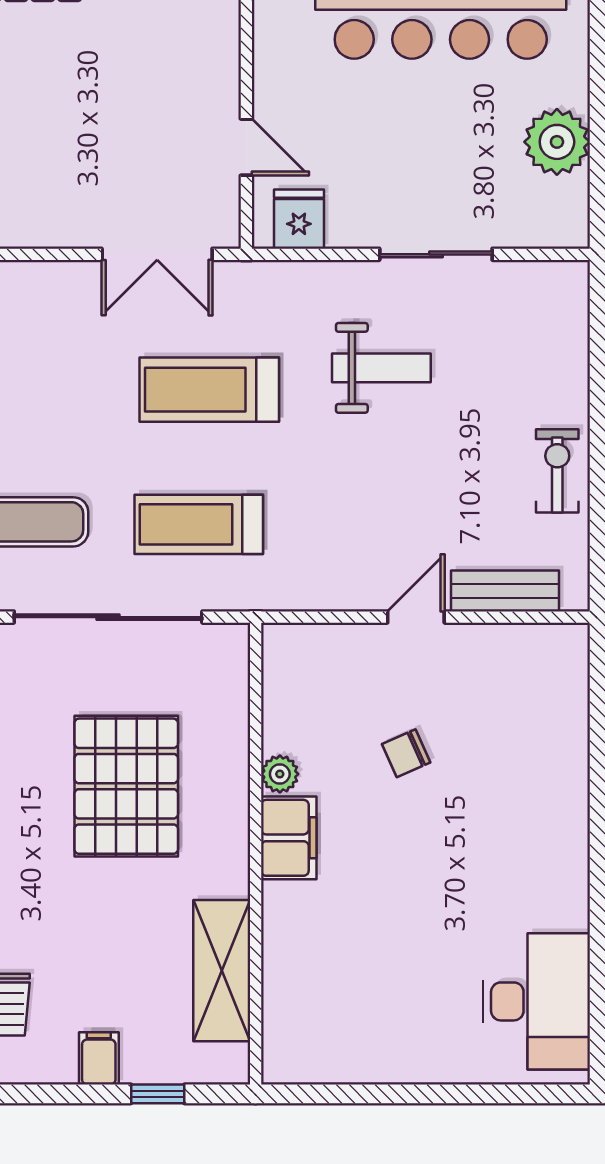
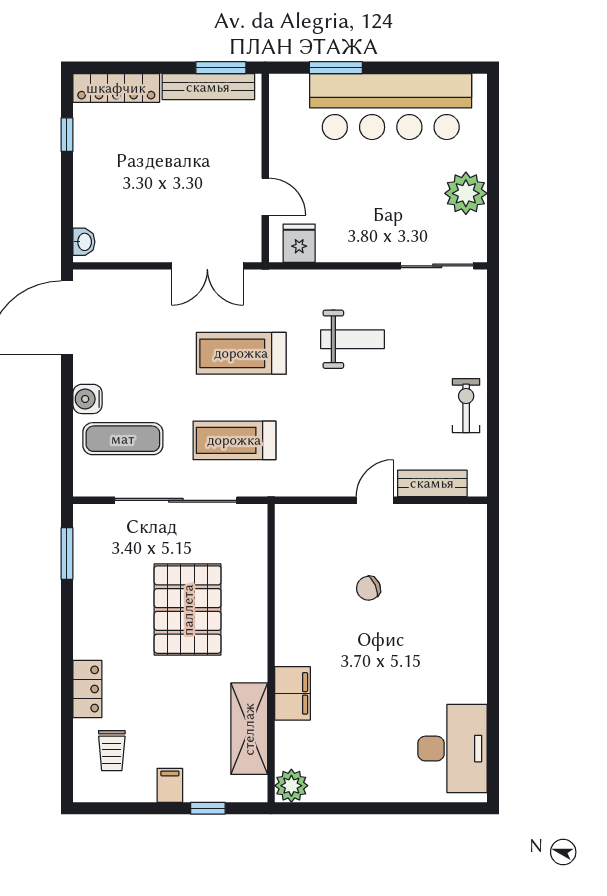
sliding door: (436, 254) -> (437, 266), moved
plant: (280, 774) -> (291, 786), moved, width x1.38, depth x1.38
filing cabinet: (289, 838) -> (293, 693), moved

